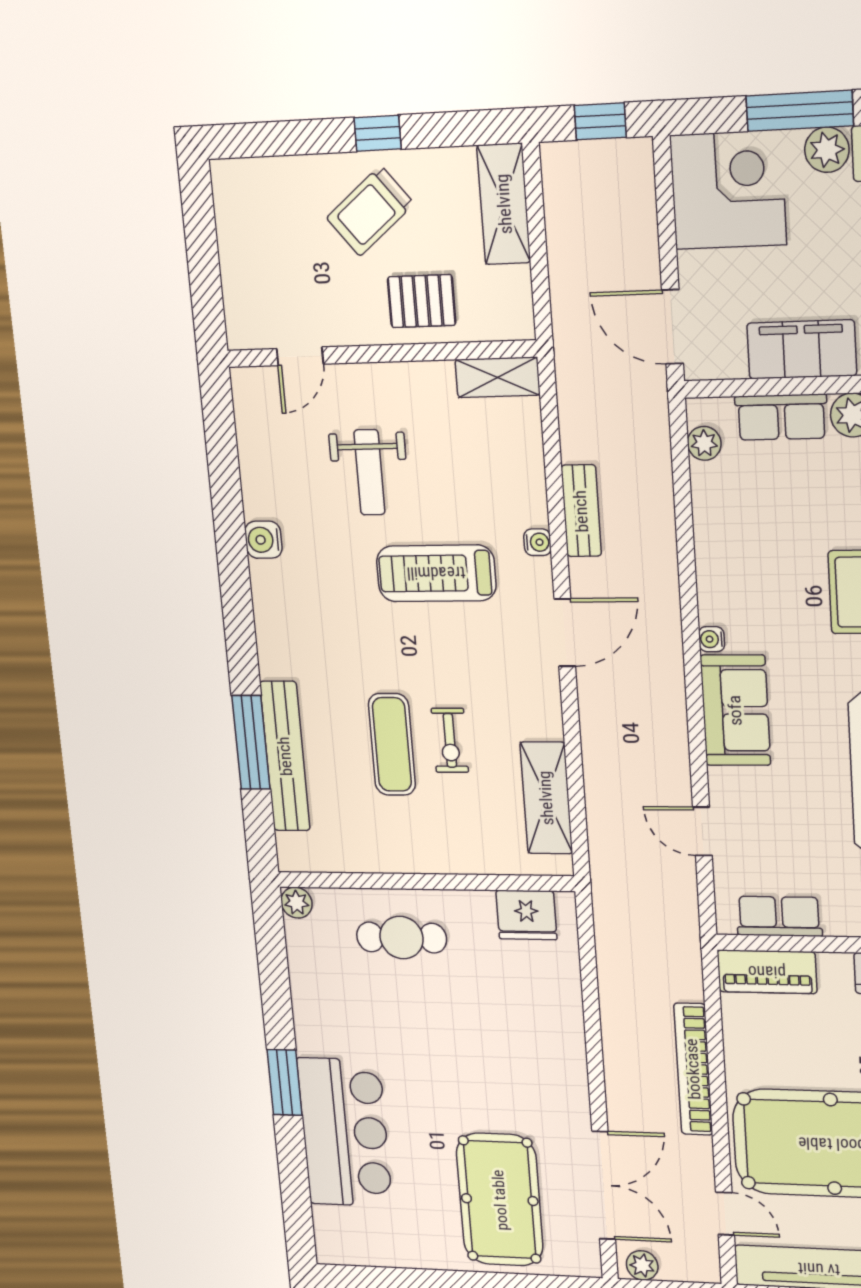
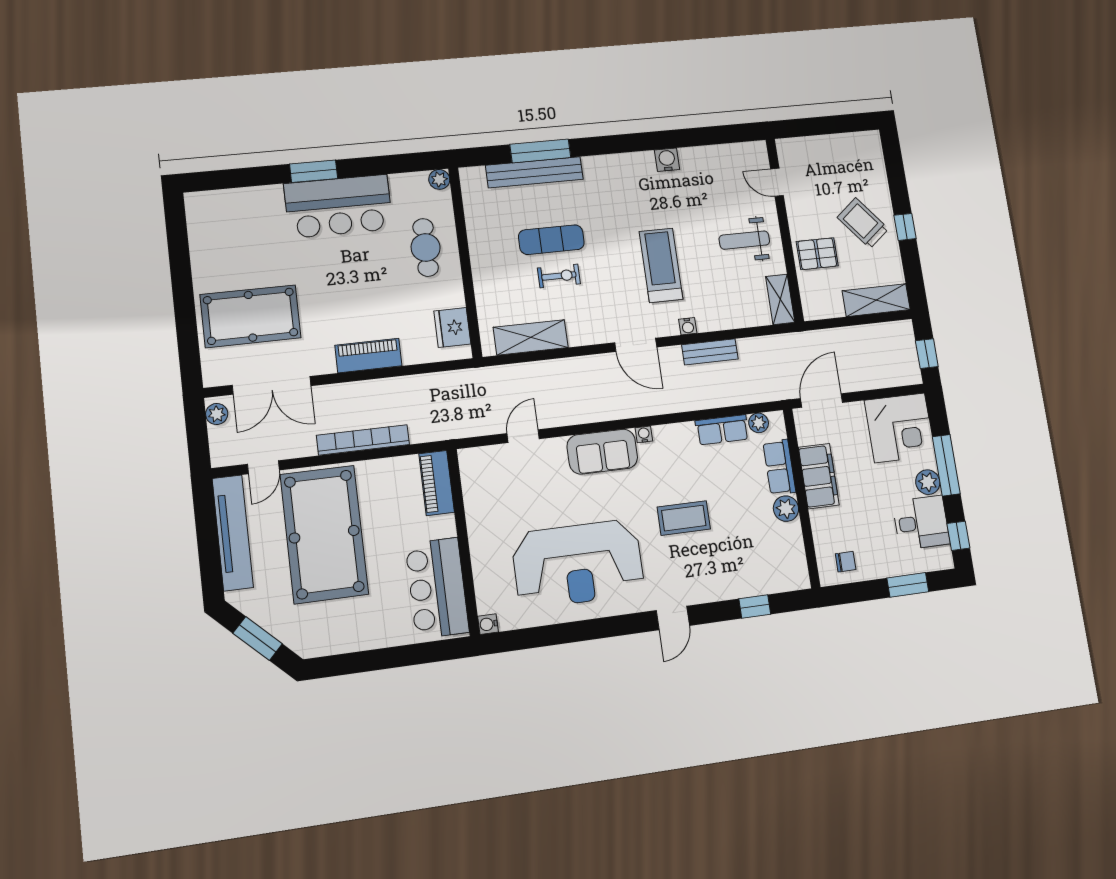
pallet: (422, 301) -> (817, 254), turned 90
weight bench: (369, 472) -> (744, 240), moved
exercise bike: (450, 740) -> (559, 276), turned 180
row of seats: (779, 916) -> (722, 430), moved, turned 90
piano: (565, 1044) -> (368, 356), added
bar counter: (345, 1132) -> (338, 206), moved

